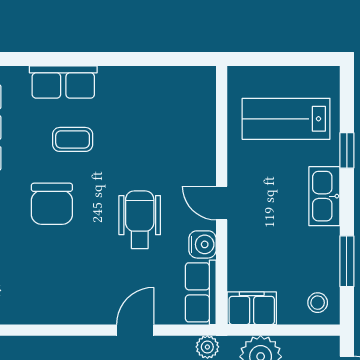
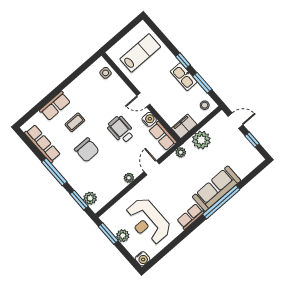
side table: (198, 101) -> (106, 73), added
lab bench: (286, 119) -> (140, 53), turned 180
window: (347, 150) -> (183, 61), moved
kitchen sink: (324, 196) -> (184, 77), moved
plant: (82, 313) -> (129, 178), added

